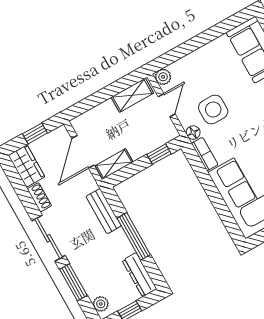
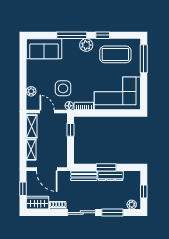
plant: (163, 77) -> (31, 91), moved
shelving: (114, 164) -> (31, 150), moved
window: (134, 236) -> (106, 167), width x0.69
dresser: (139, 275) -> (111, 176), moved

